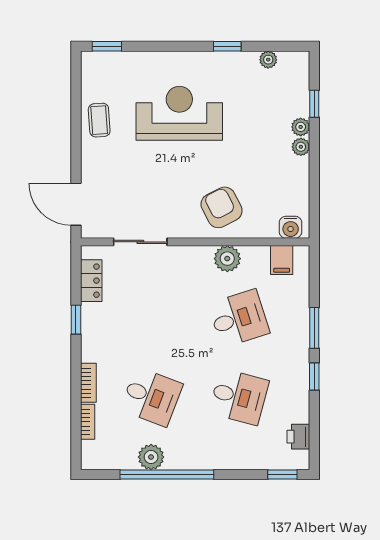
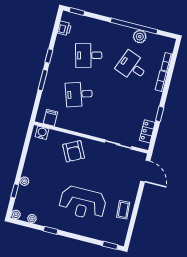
plant: (301, 147) -> (16, 214), moved
plant: (227, 259) -> (77, 125), removed
desk: (239, 397) -> (89, 55), turned -30

